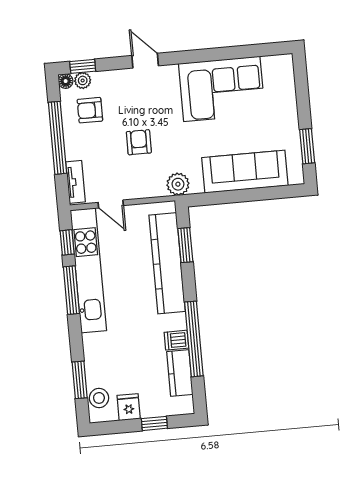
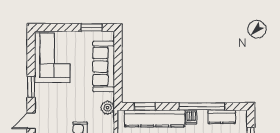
window: (200, 56) -> (31, 87), added
corner sofa: (222, 89) -> (52, 58), moved
dishwasher: (176, 340) -> (191, 117), moved

